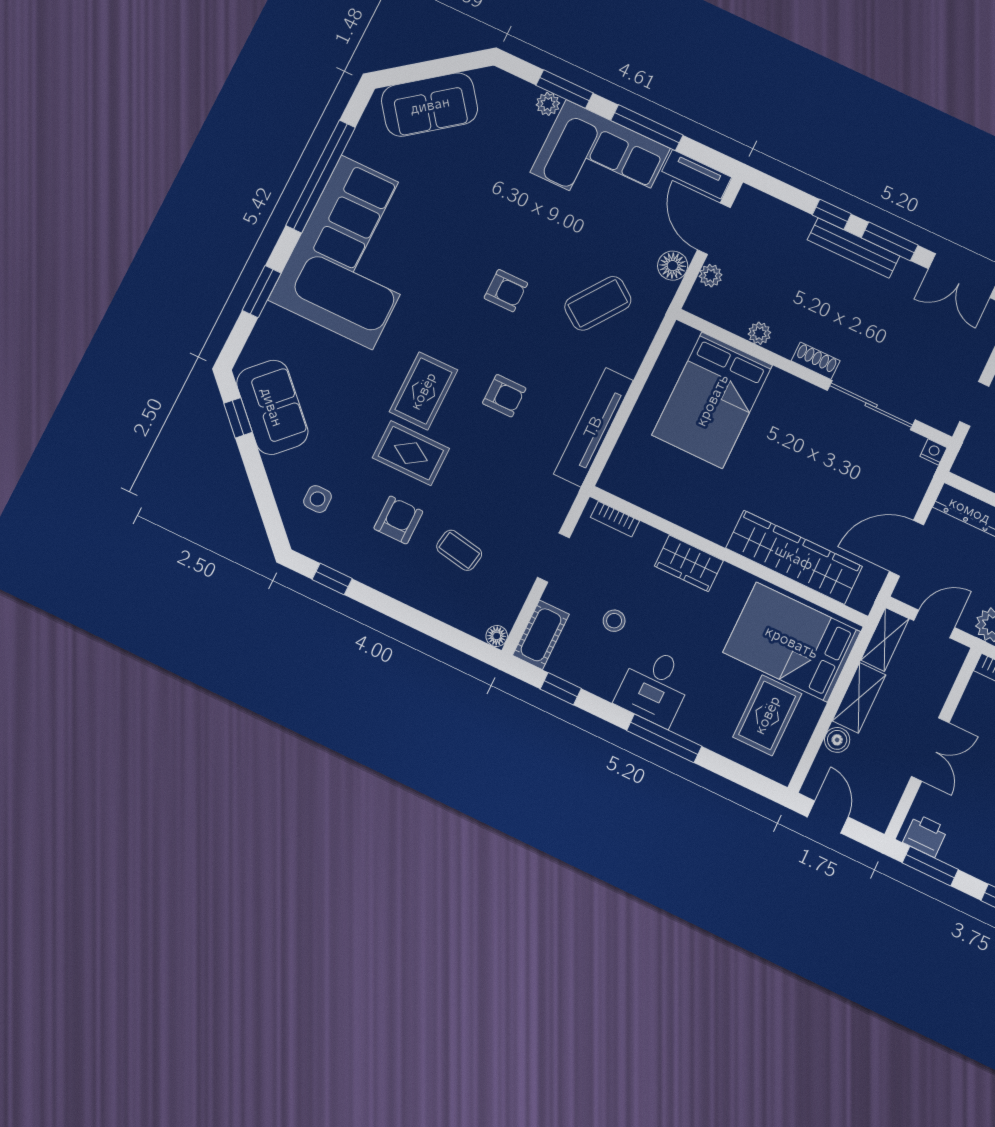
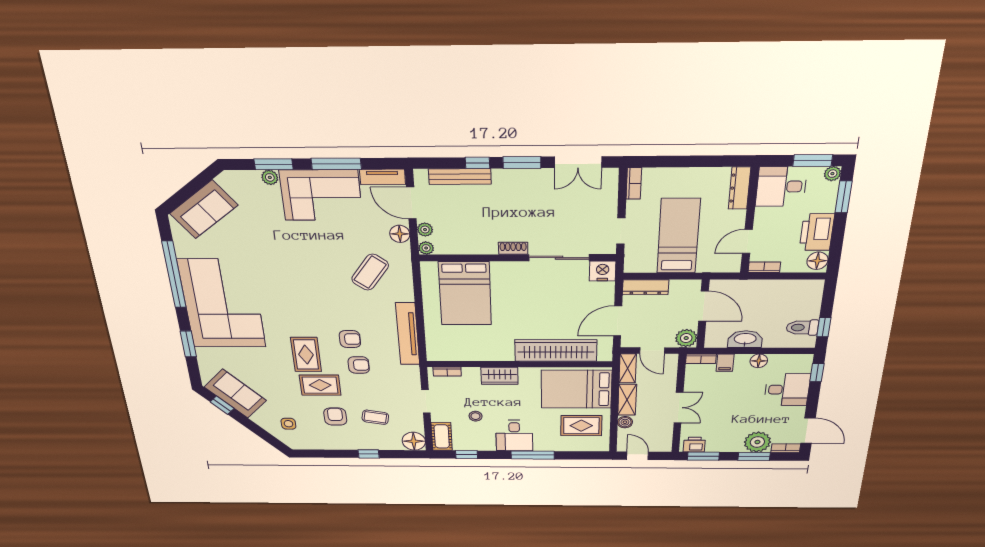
bench: (853, 248) -> (460, 177), moved
armchair: (506, 291) -> (359, 365), moved
plant: (759, 333) -> (426, 248), moved
nightstand: (933, 452) -> (603, 271), width x1.89, depth x1.79
window: (332, 579) -> (369, 454), moved
door: (934, 624) -> (652, 351), swing flipped
floor lamp: (497, 636) -> (414, 441), width x1.89, depth x1.89
rug: (767, 715) -> (581, 426), turned 90

